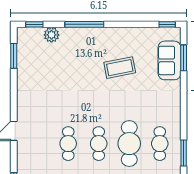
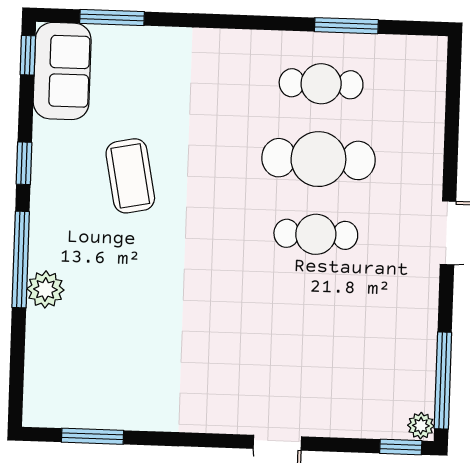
window: (34, 24) -> (24, 163), moved
plant: (51, 35) -> (45, 289), moved
sofa: (169, 60) -> (62, 71), moved, turned -90
cafe table: (68, 144) -> (313, 310), removed

